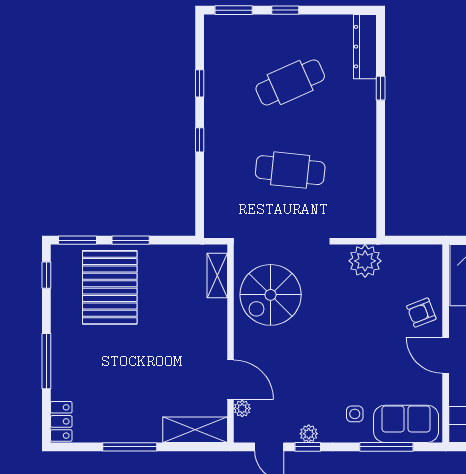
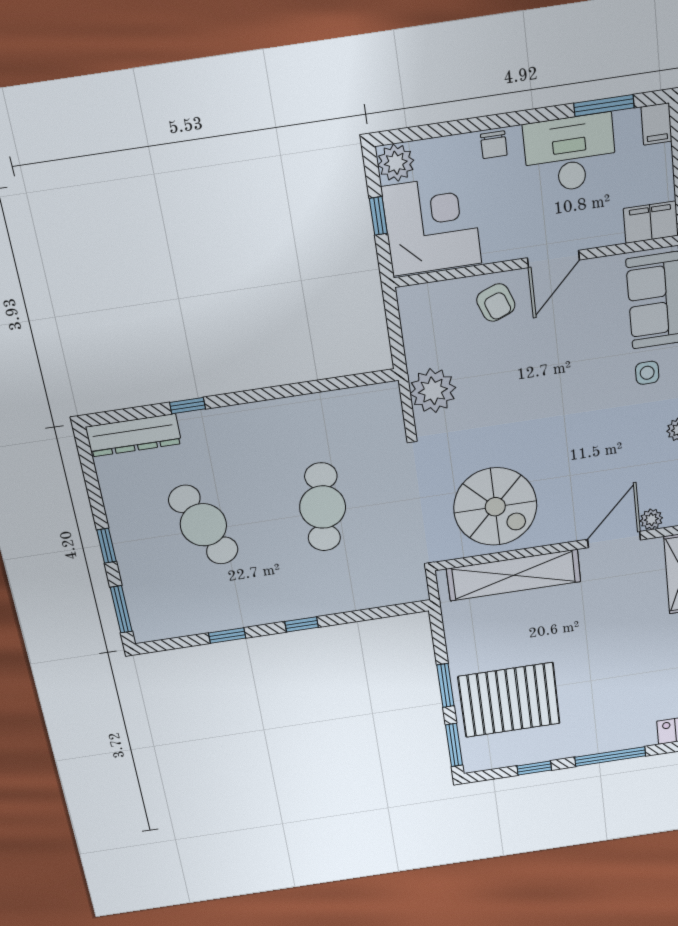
window: (46, 275) -> (534, 768), moved
shelving: (217, 275) -> (514, 575), width x2.20, depth x1.33

